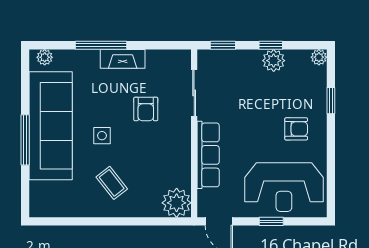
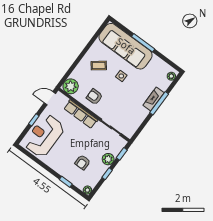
fireplace: (123, 59) -> (154, 99), moved
plant: (274, 61) -> (108, 159), moved
armchair: (146, 109) -> (94, 97), moved
sofa: (51, 126) -> (126, 46), moved
armchair: (296, 129) -> (82, 162), moved

